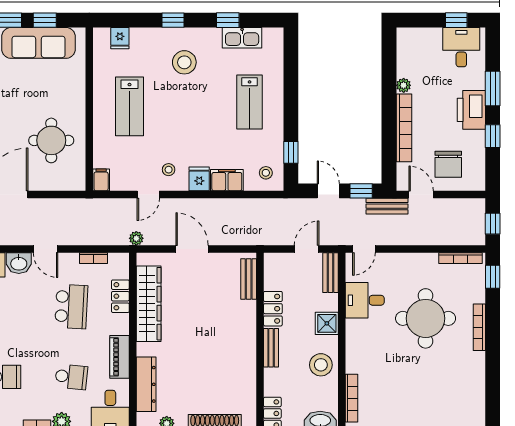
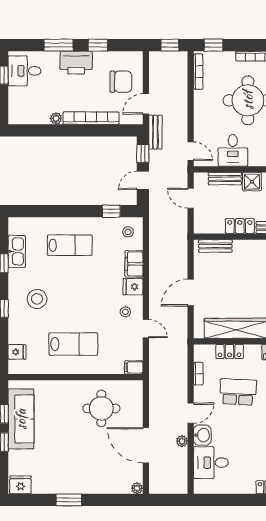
plant: (136, 238) -> (182, 441), moved
bench: (330, 273) -> (225, 179), moved

